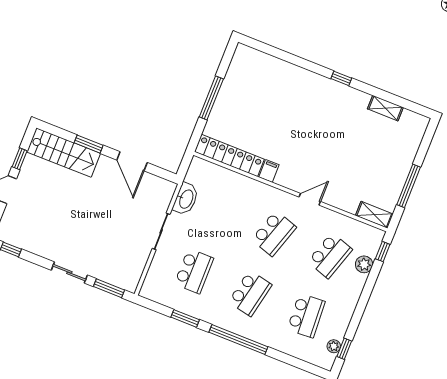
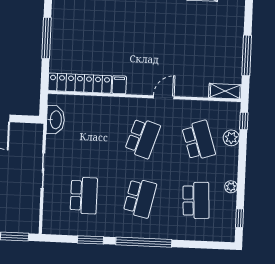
washbasin: (186, 199) -> (55, 120), moved
school desk: (330, 256) -> (199, 140), turned -36
plant: (334, 346) -> (231, 187), moved

